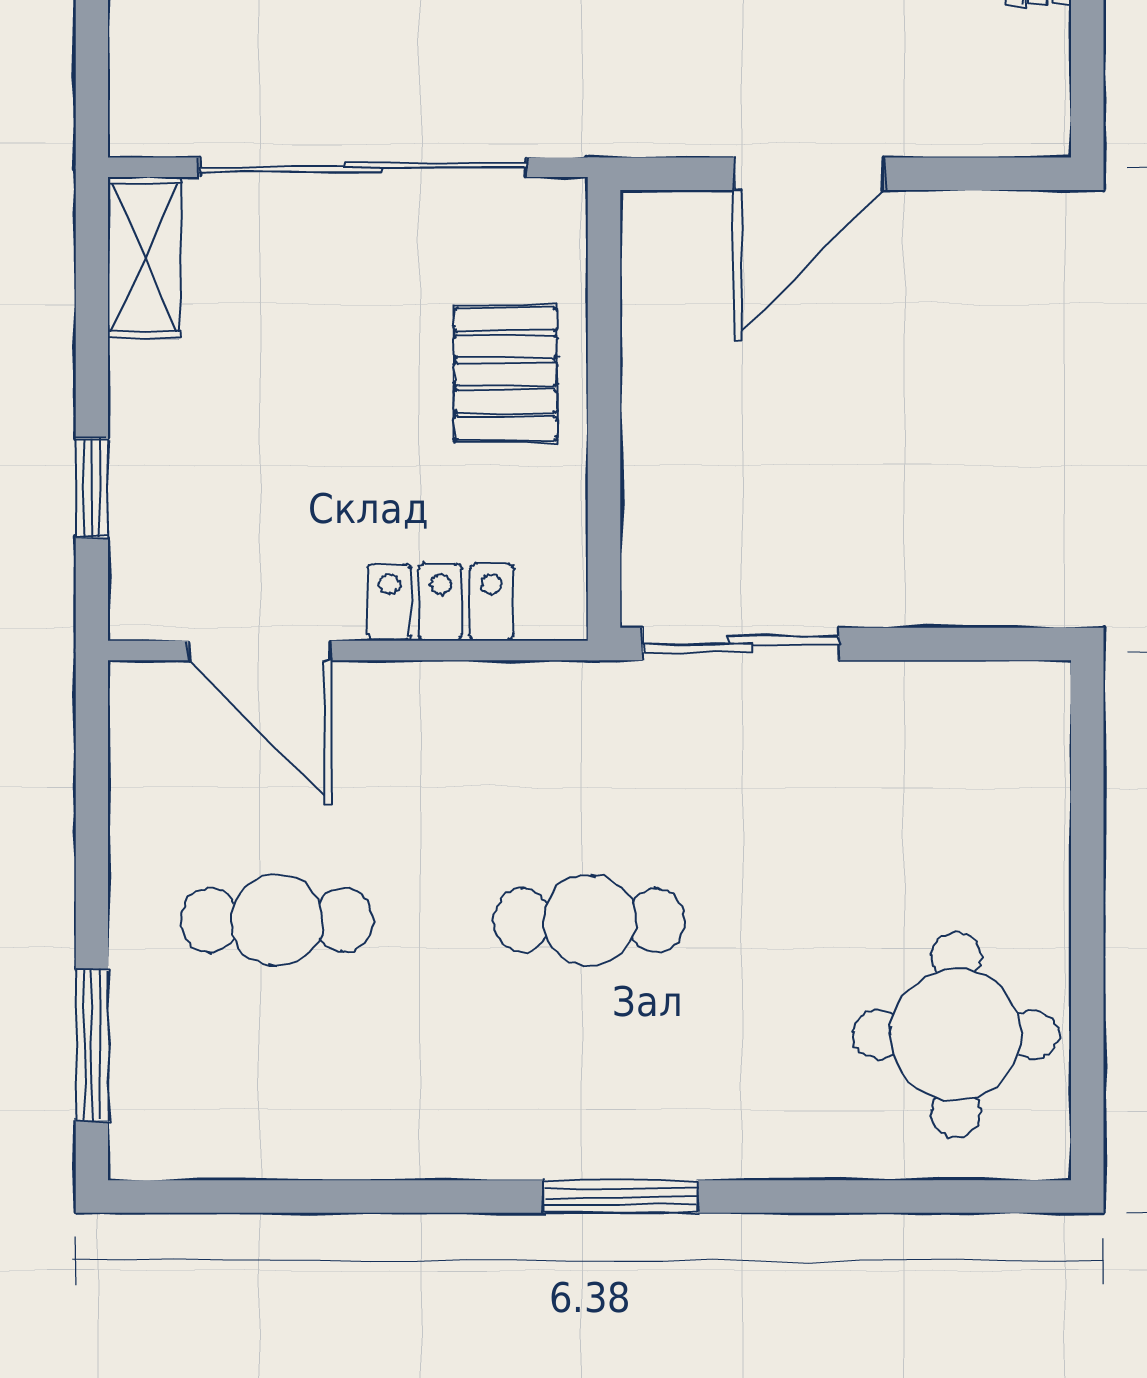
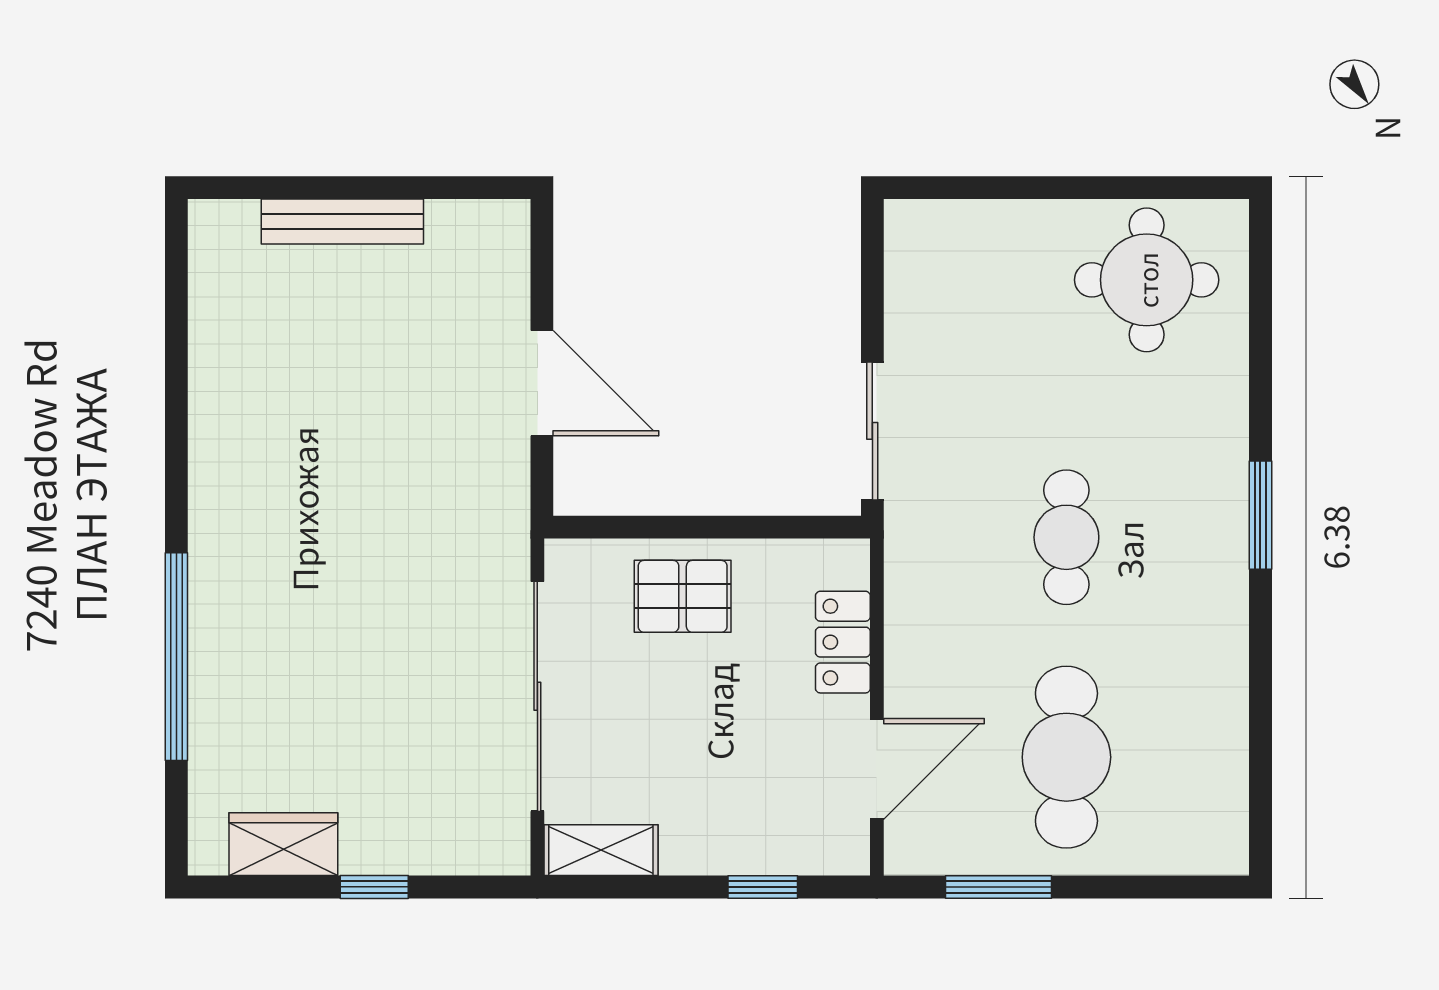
cafe table: (277, 920) -> (1066, 757), width x1.37, depth x1.35
window: (92, 1045) -> (998, 887), moved

